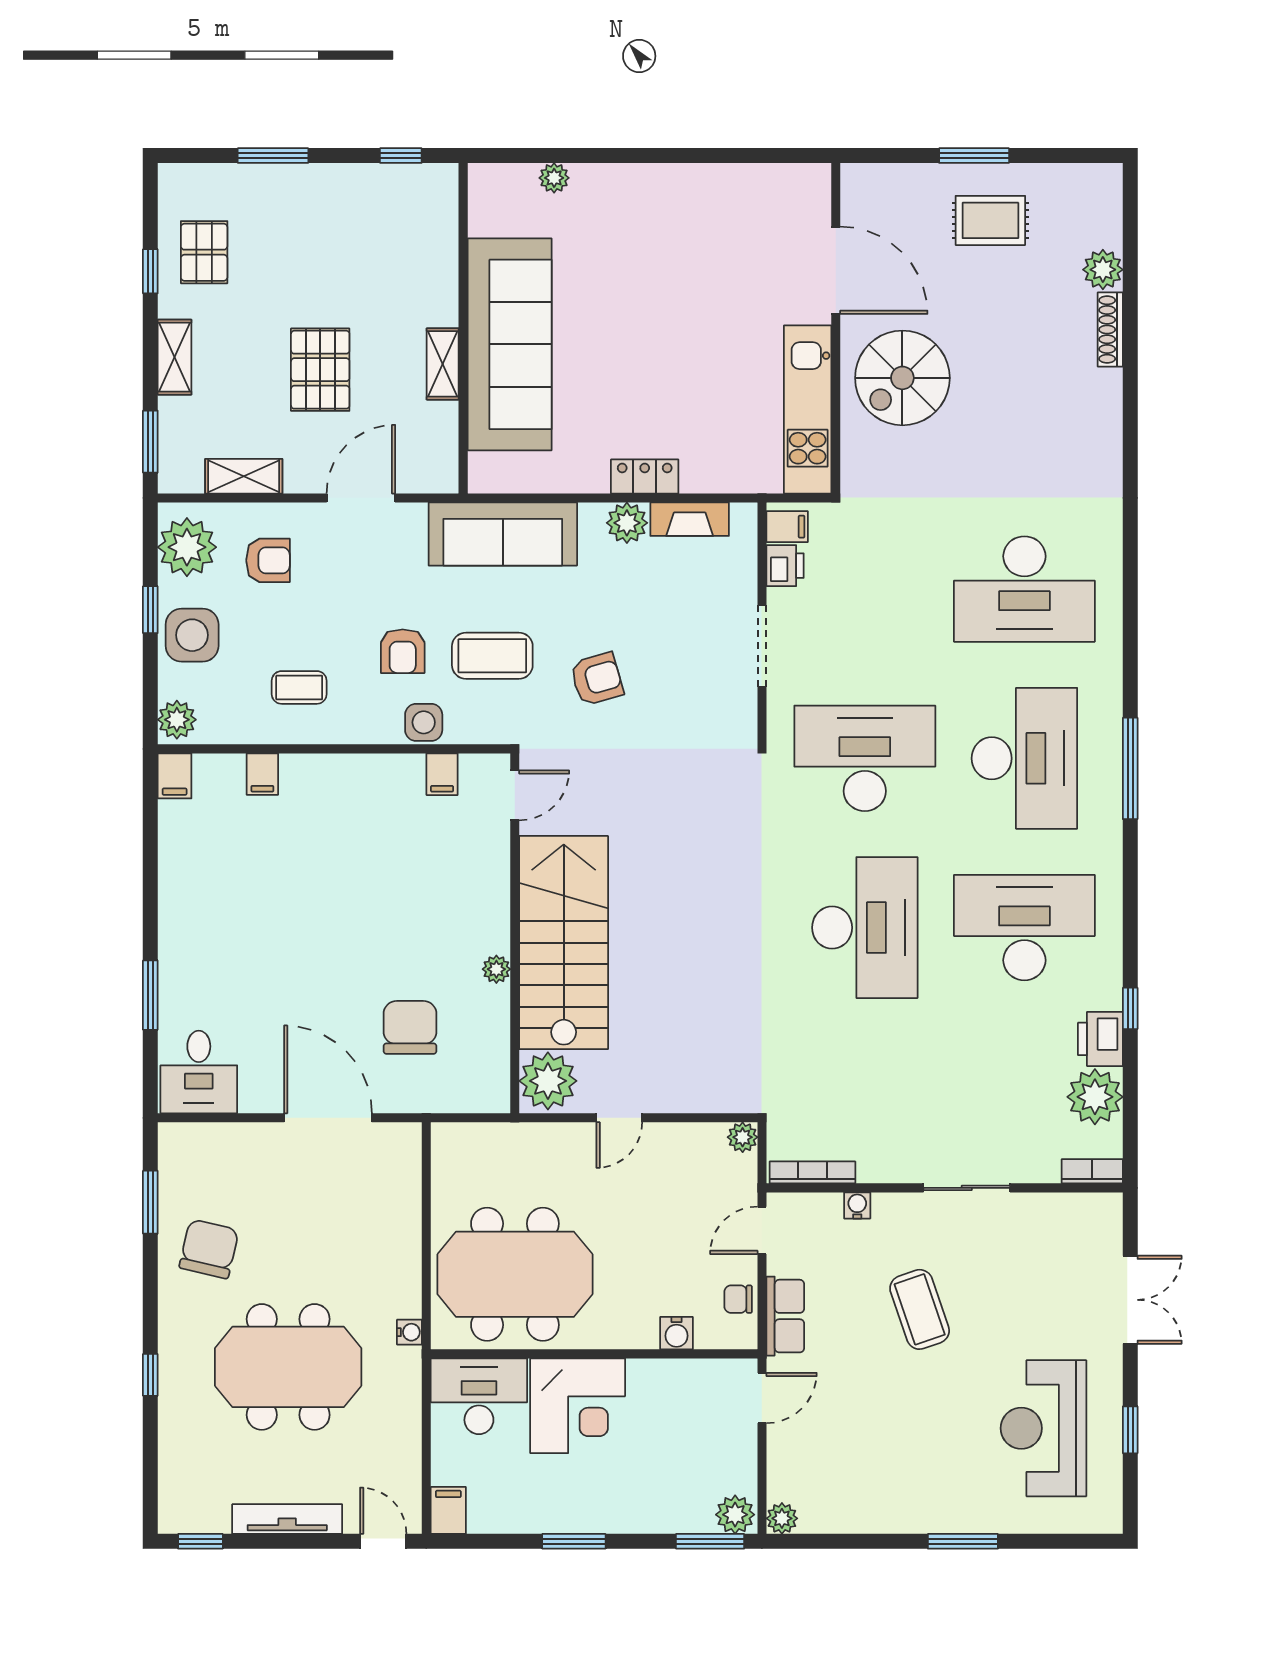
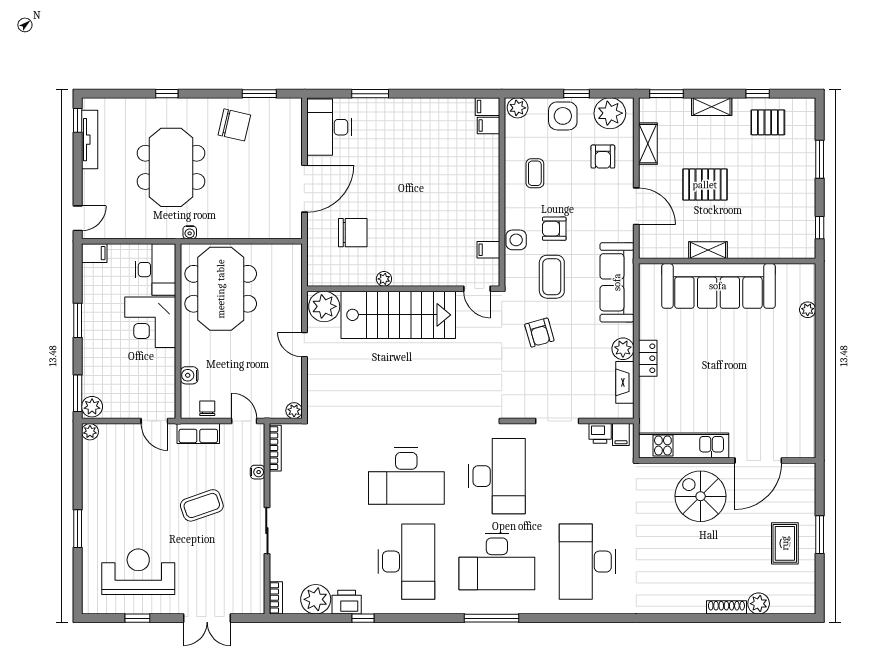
filing cabinet: (262, 774) -> (488, 126), moved
desk: (199, 1072) -> (329, 127), width x1.37
tv unit: (287, 1519) -> (90, 140), moved

